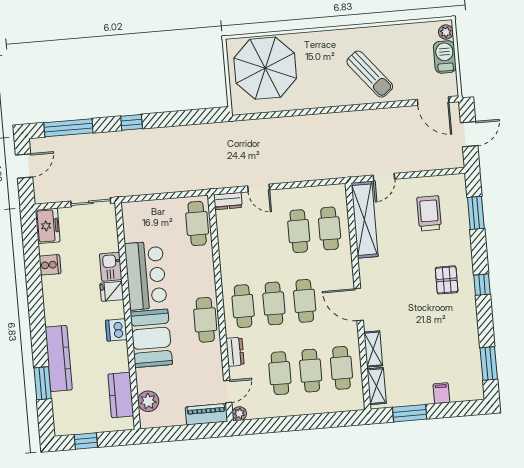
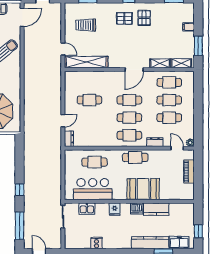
cafe table: (197, 223) -> (95, 162), moved
freezer: (48, 226) -> (179, 242), moved
cafe table: (330, 228) -> (89, 82), removed
kitchen sink: (111, 267) -> (87, 209), moved
bar counter: (146, 275) -> (93, 189), moved
pallet: (451, 314) -> (144, 18), added
kitchen counter: (121, 395) -> (156, 209), moved
plant: (148, 401) -> (179, 194), removed
piano: (206, 414) -> (189, 172), moved

